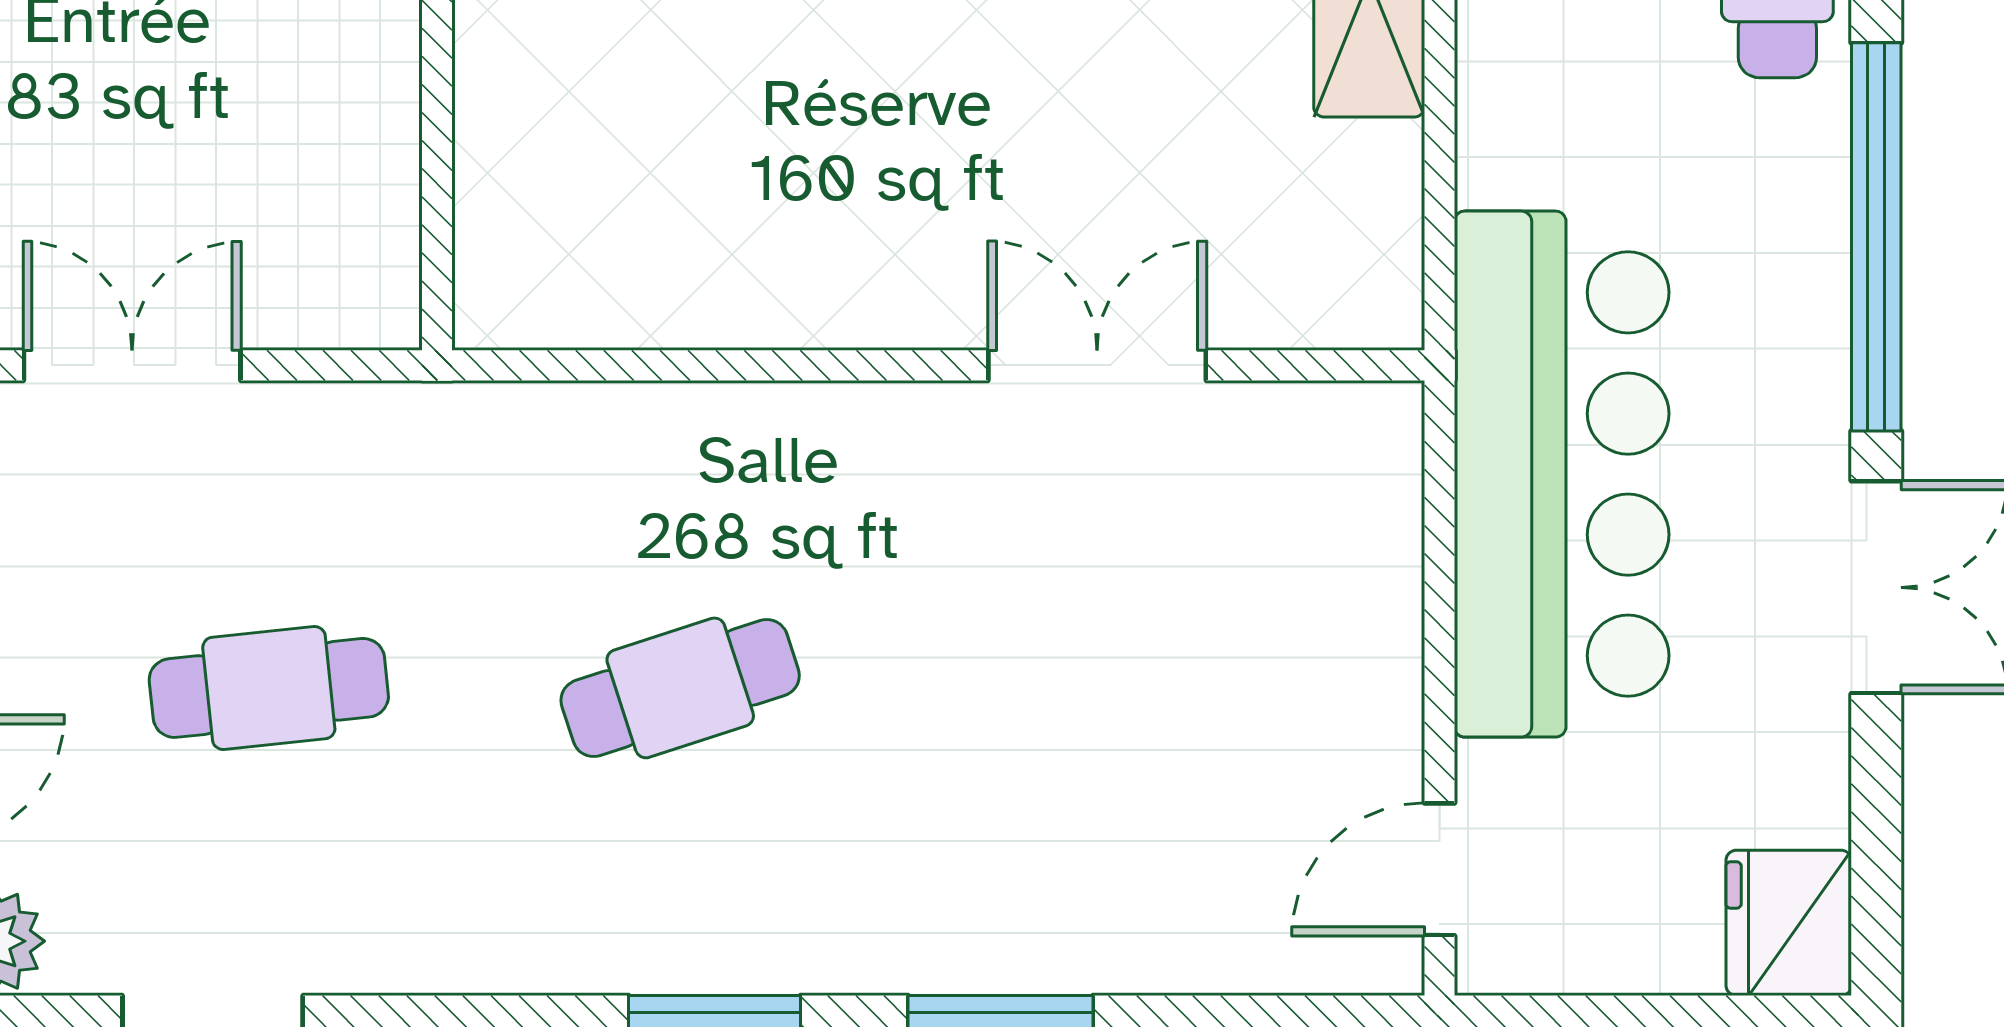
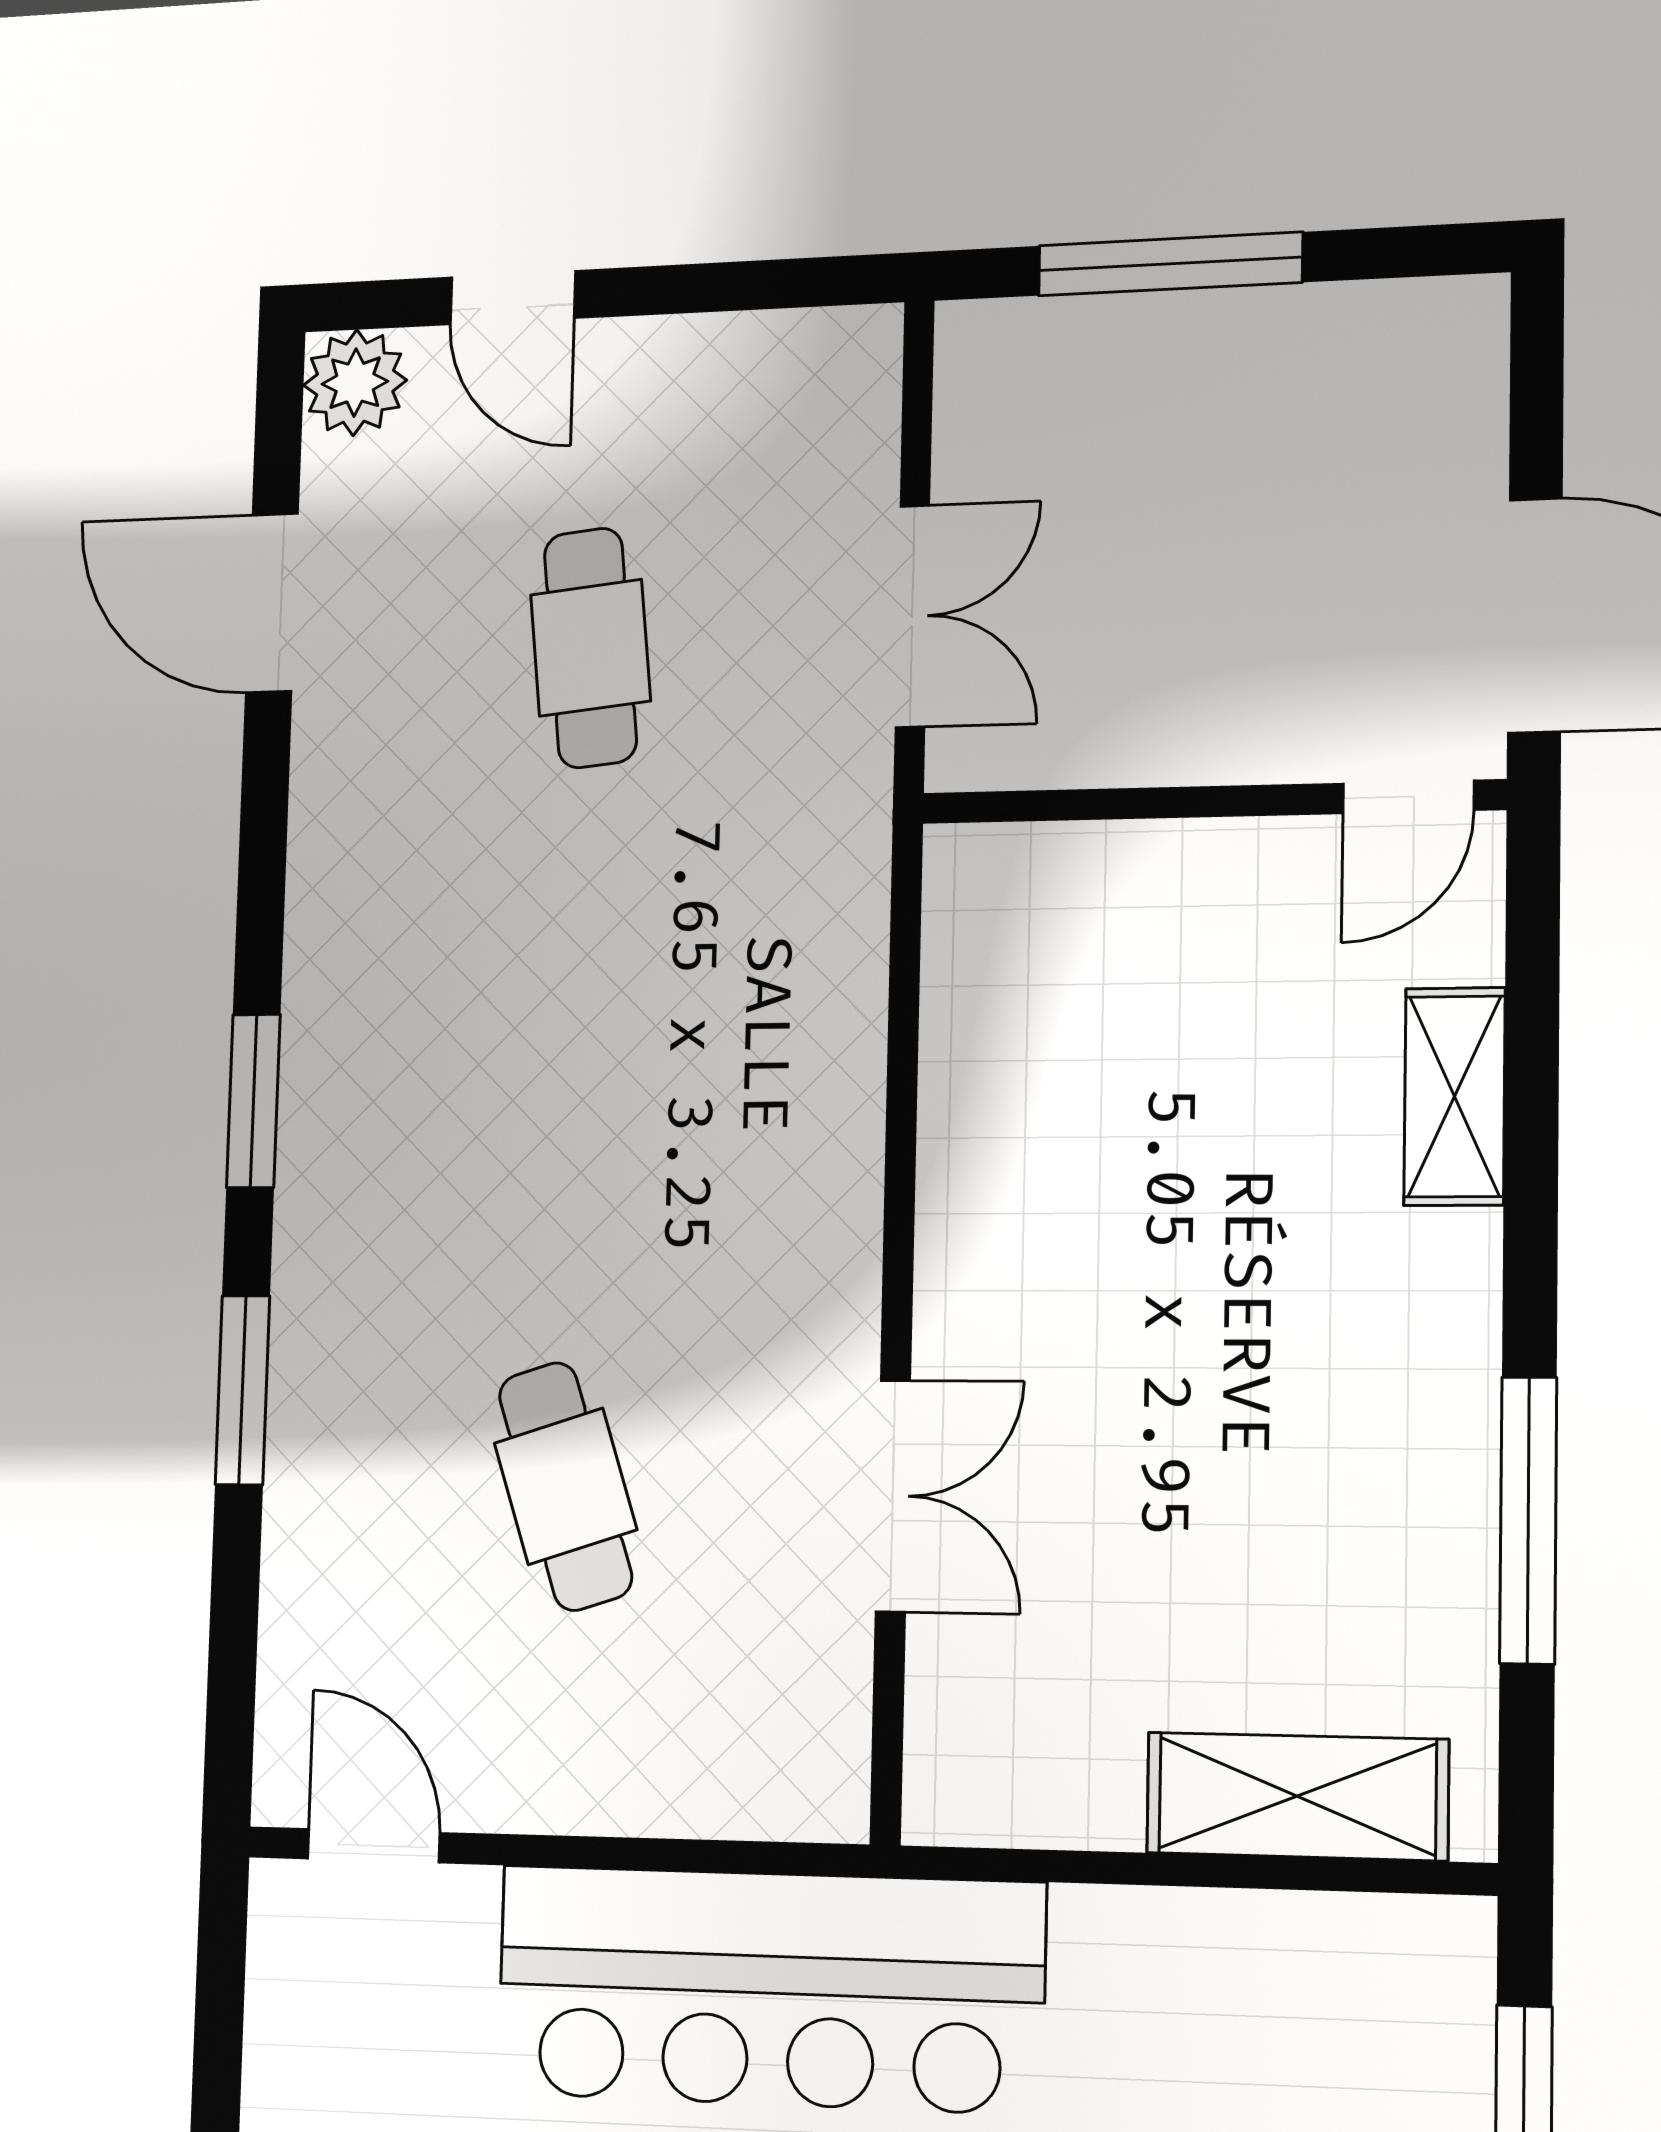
double door: (132, 365) -> (912, 616), moved
cafe table: (680, 688) -> (565, 1486), moved

